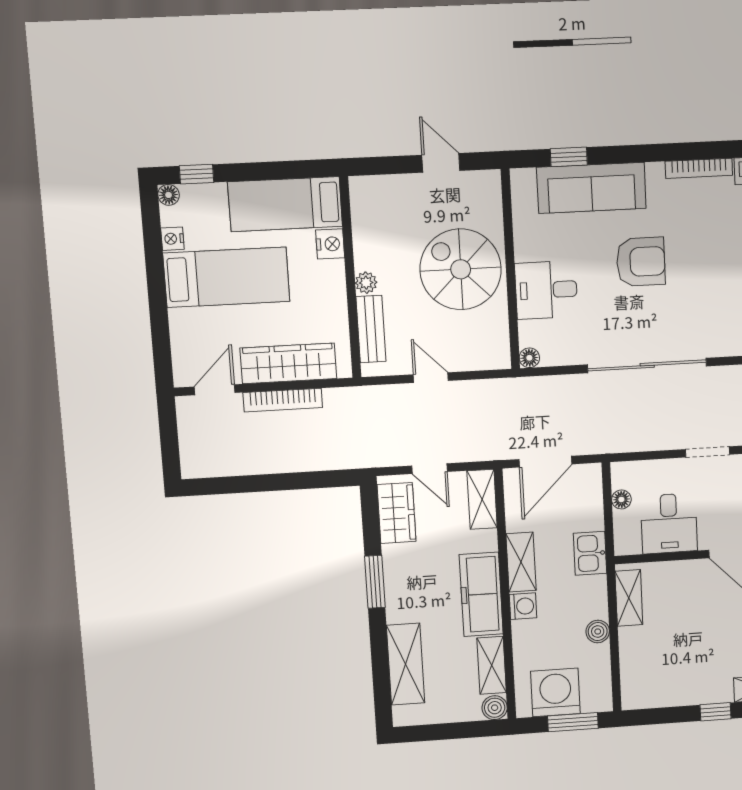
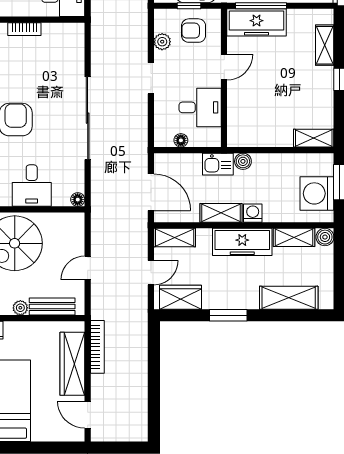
bookcase: (283, 400) -> (97, 347), moved
shelving: (629, 598) -> (314, 138), moved
boiler: (598, 631) -> (243, 161), moved

